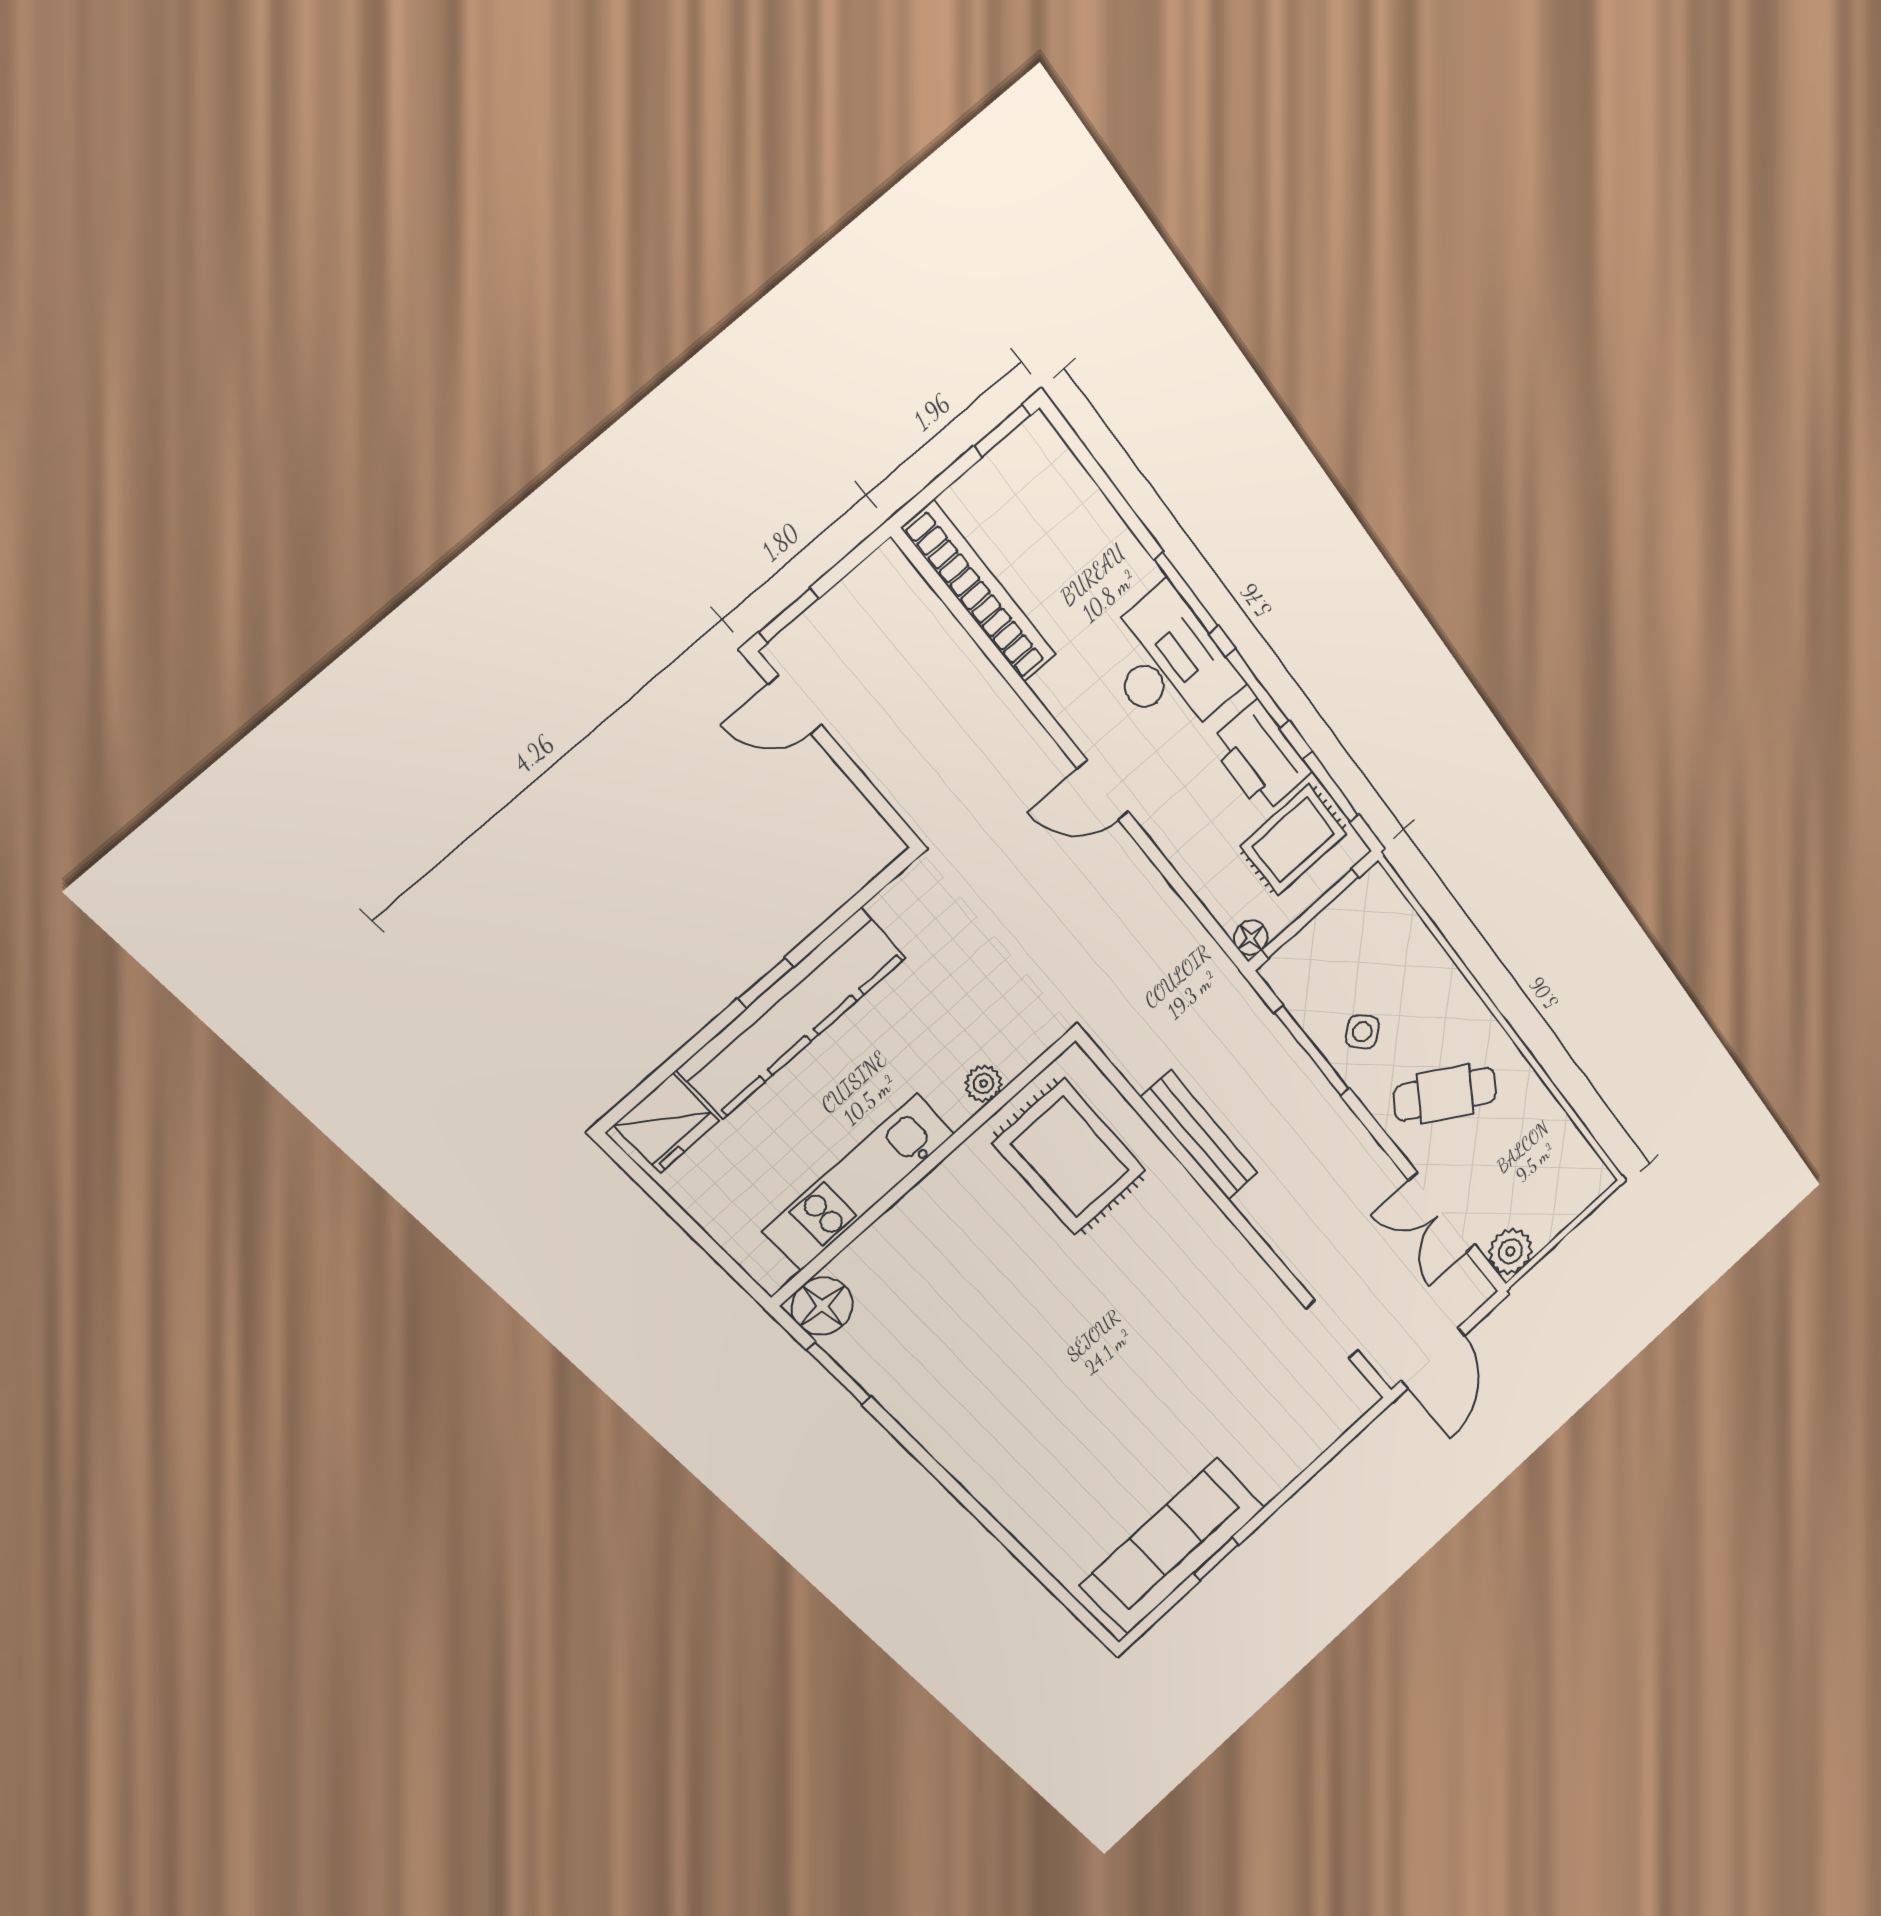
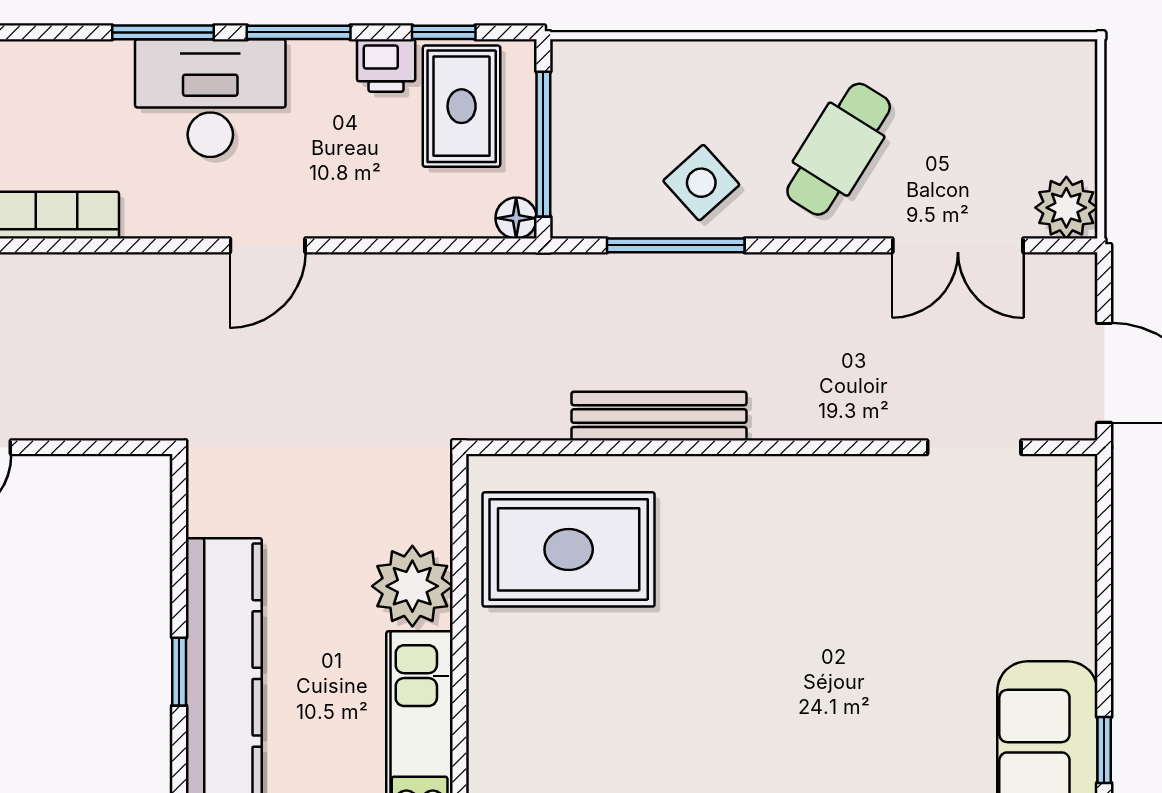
printer: (1260, 757) -> (386, 65), width x0.53, depth x0.68
window: (1331, 787) -> (444, 32), width x0.67
side table: (1362, 1032) -> (701, 183), width x1.37, depth x1.37
plant: (984, 1084) -> (412, 586), width x1.88, depth x1.88

